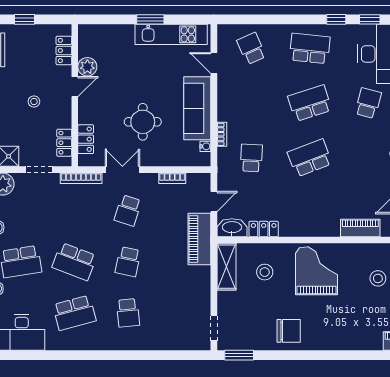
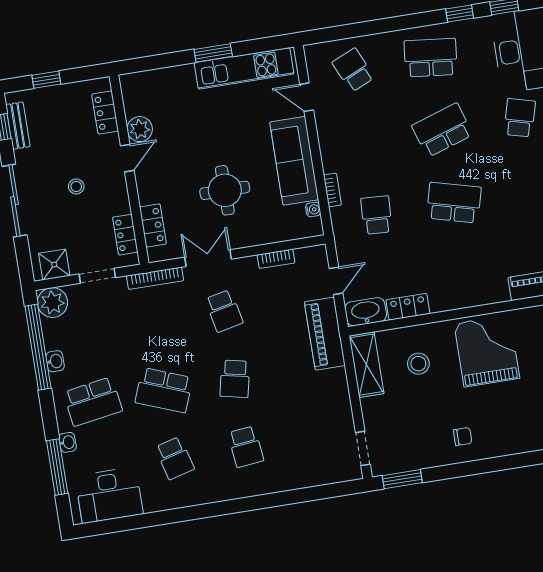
school desk: (310, 158) -> (454, 203), turned 36
school desk: (128, 210) -> (224, 311), turned -30
school desk: (74, 313) -> (175, 458), width x0.54
chair: (289, 331) -> (463, 436), width x0.54, depth x0.54

